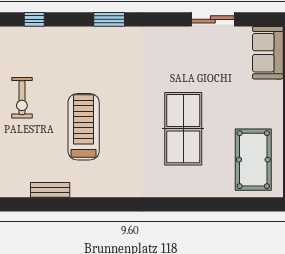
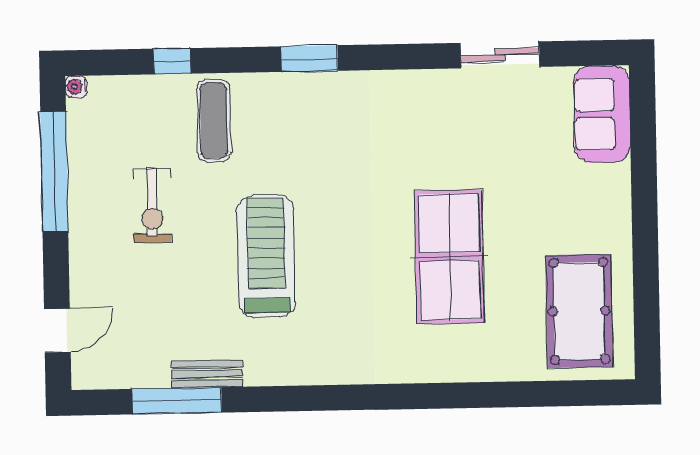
exercise mat: (56, 52) -> (214, 120), added
window: (33, 204) -> (177, 401), added

